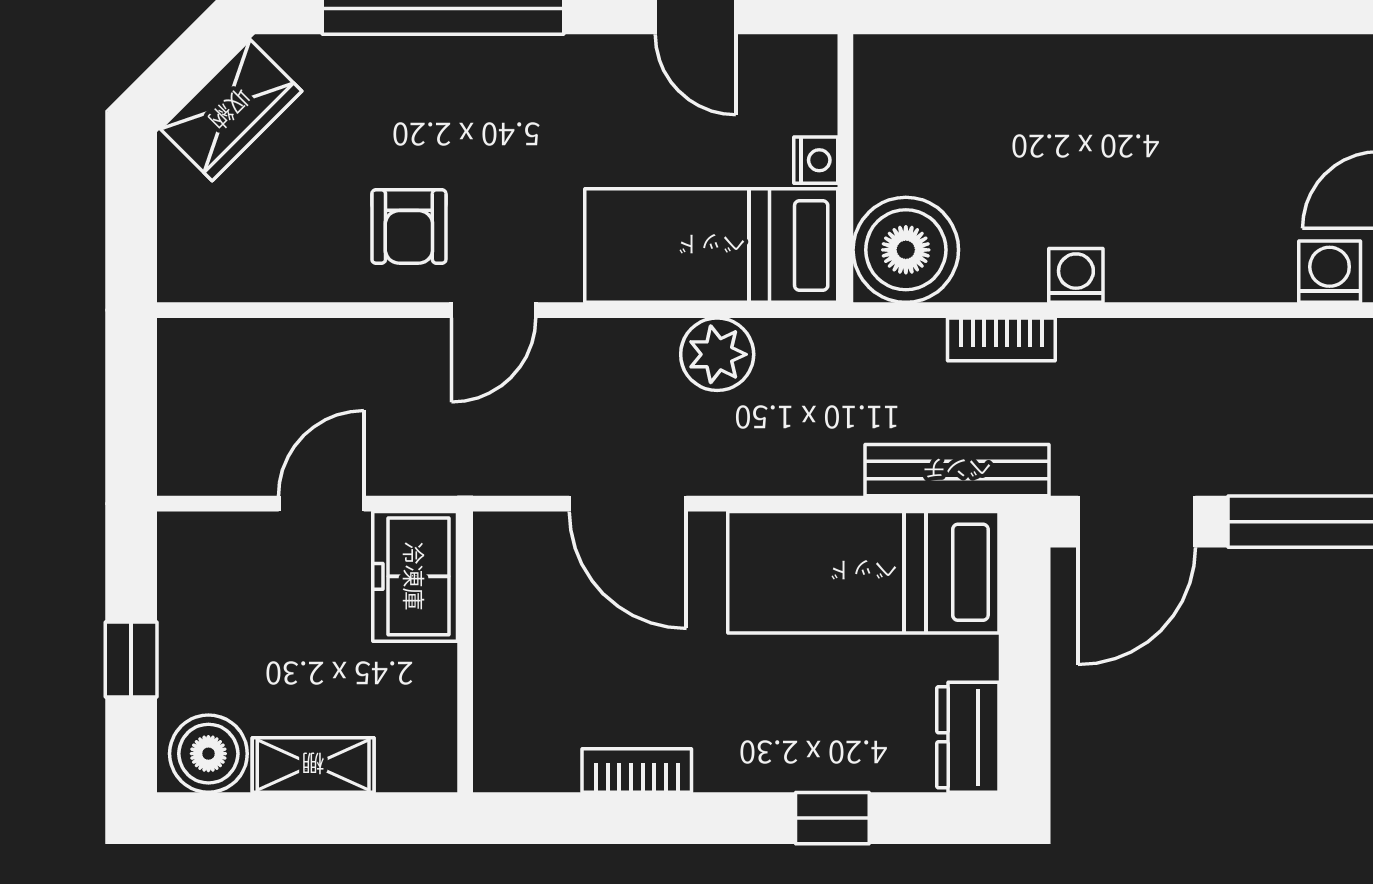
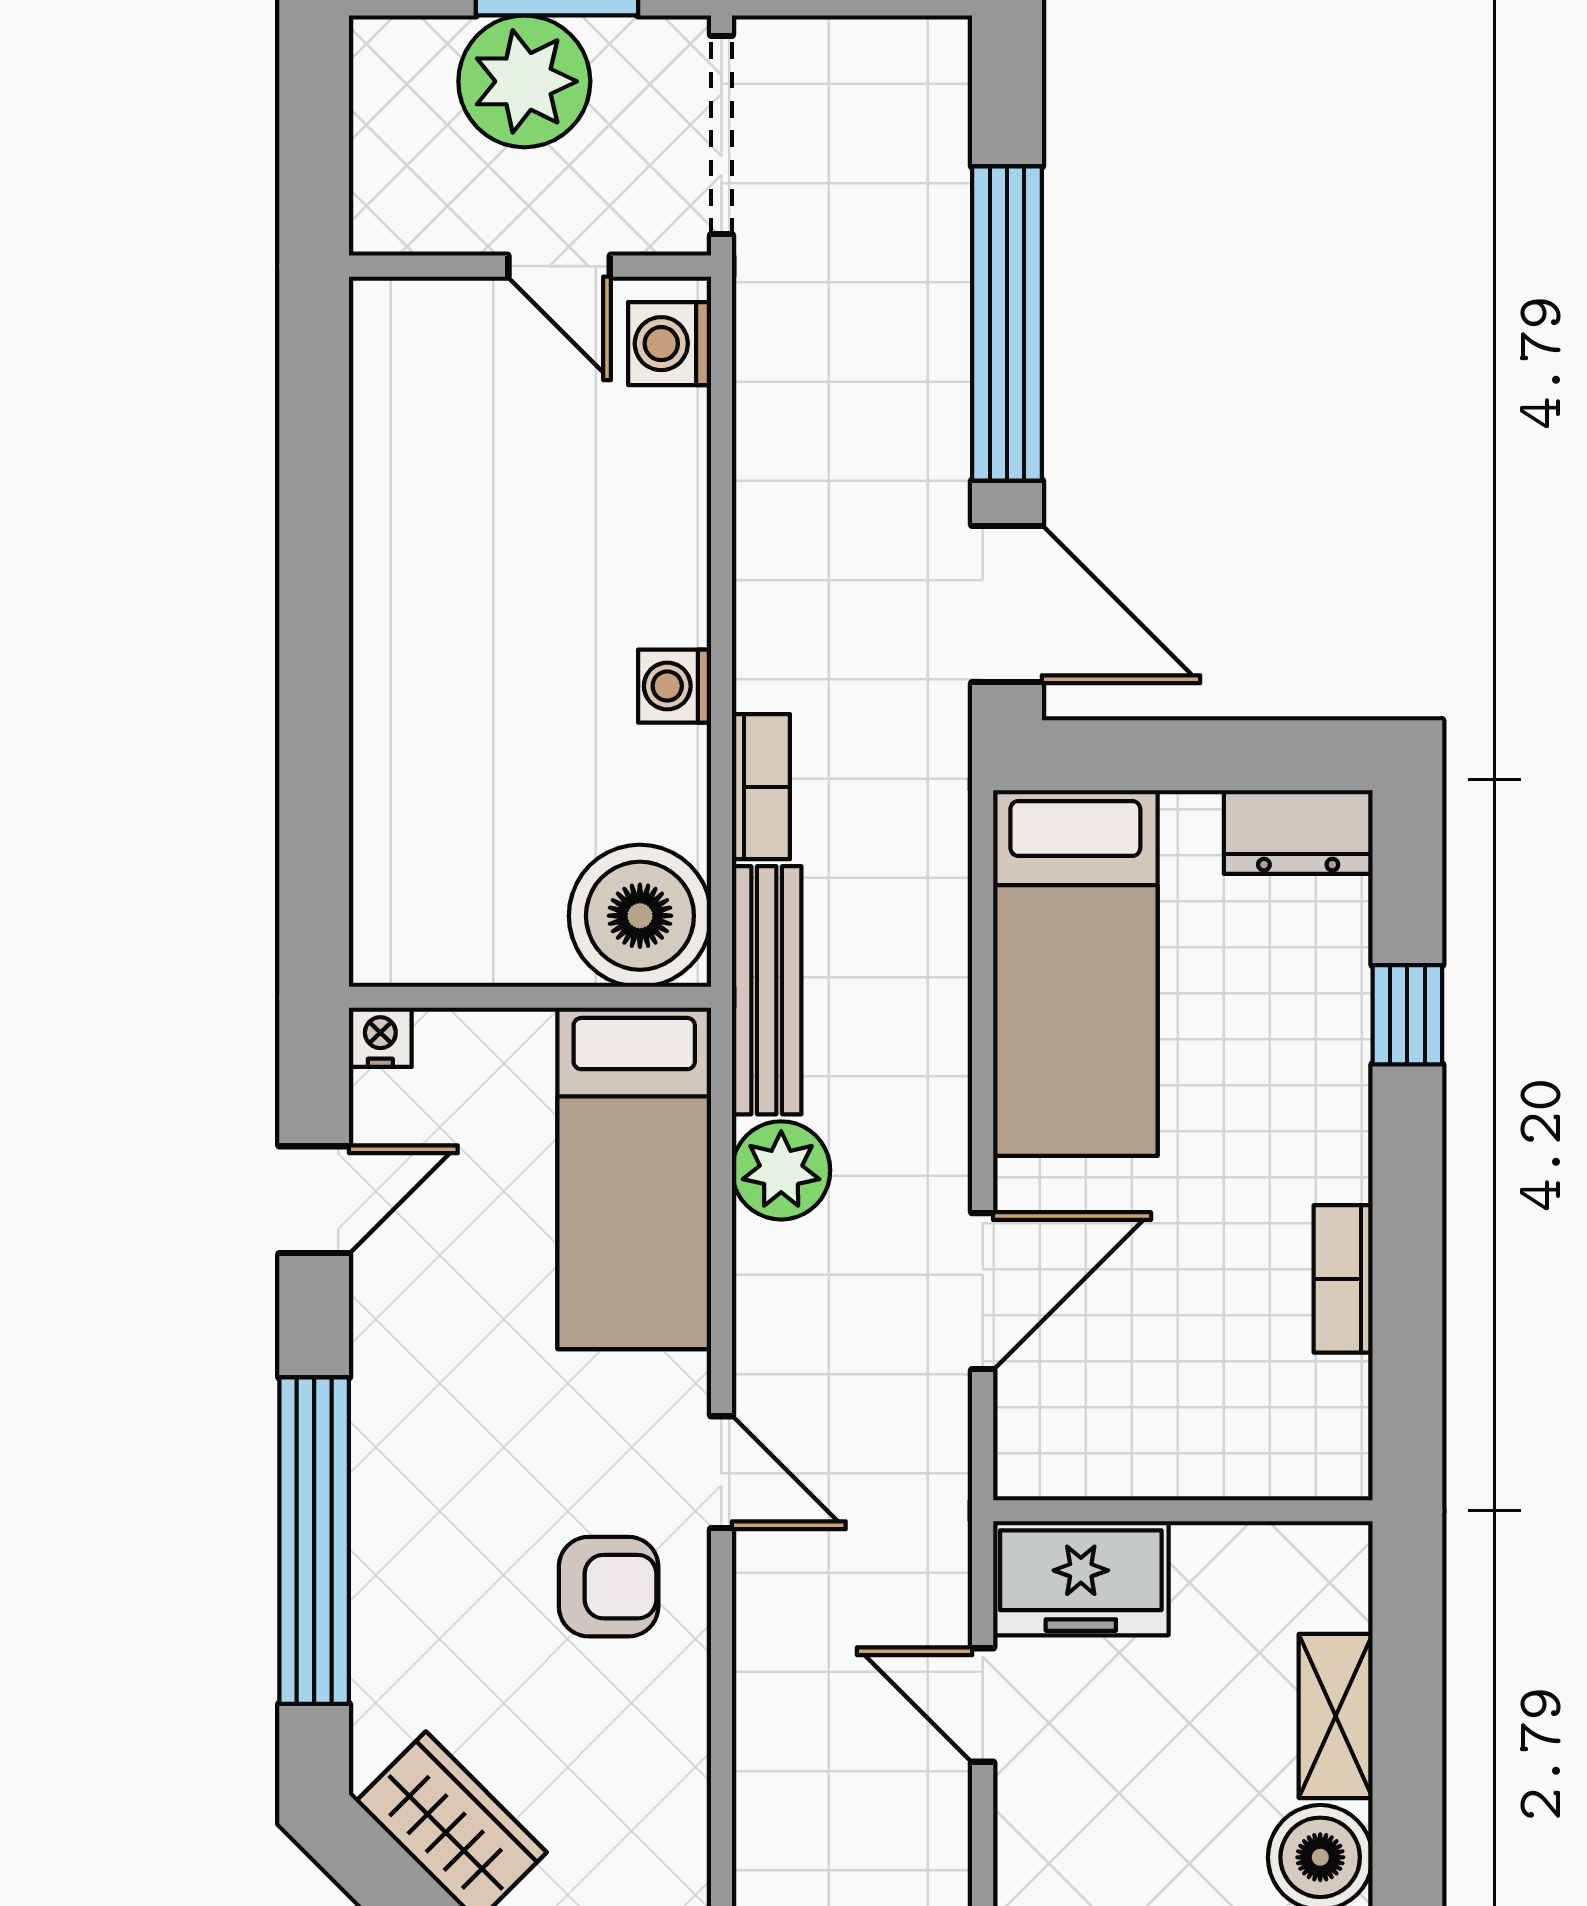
nightstand: (816, 160) -> (380, 1037), moved
bench: (957, 470) -> (767, 990), moved

